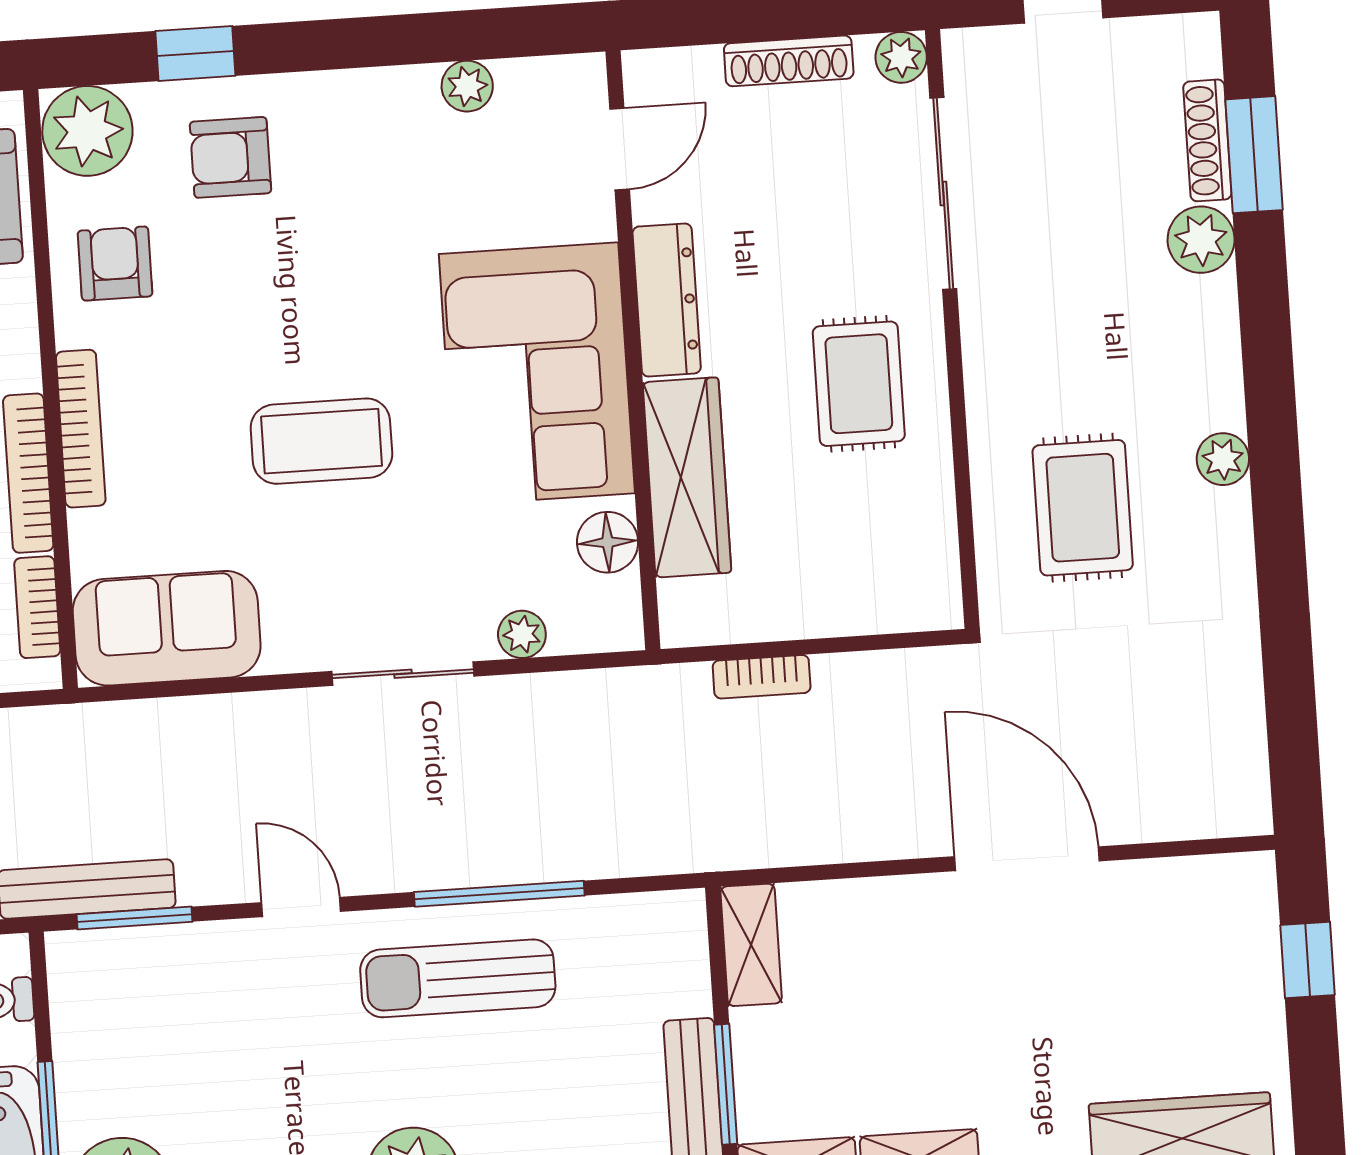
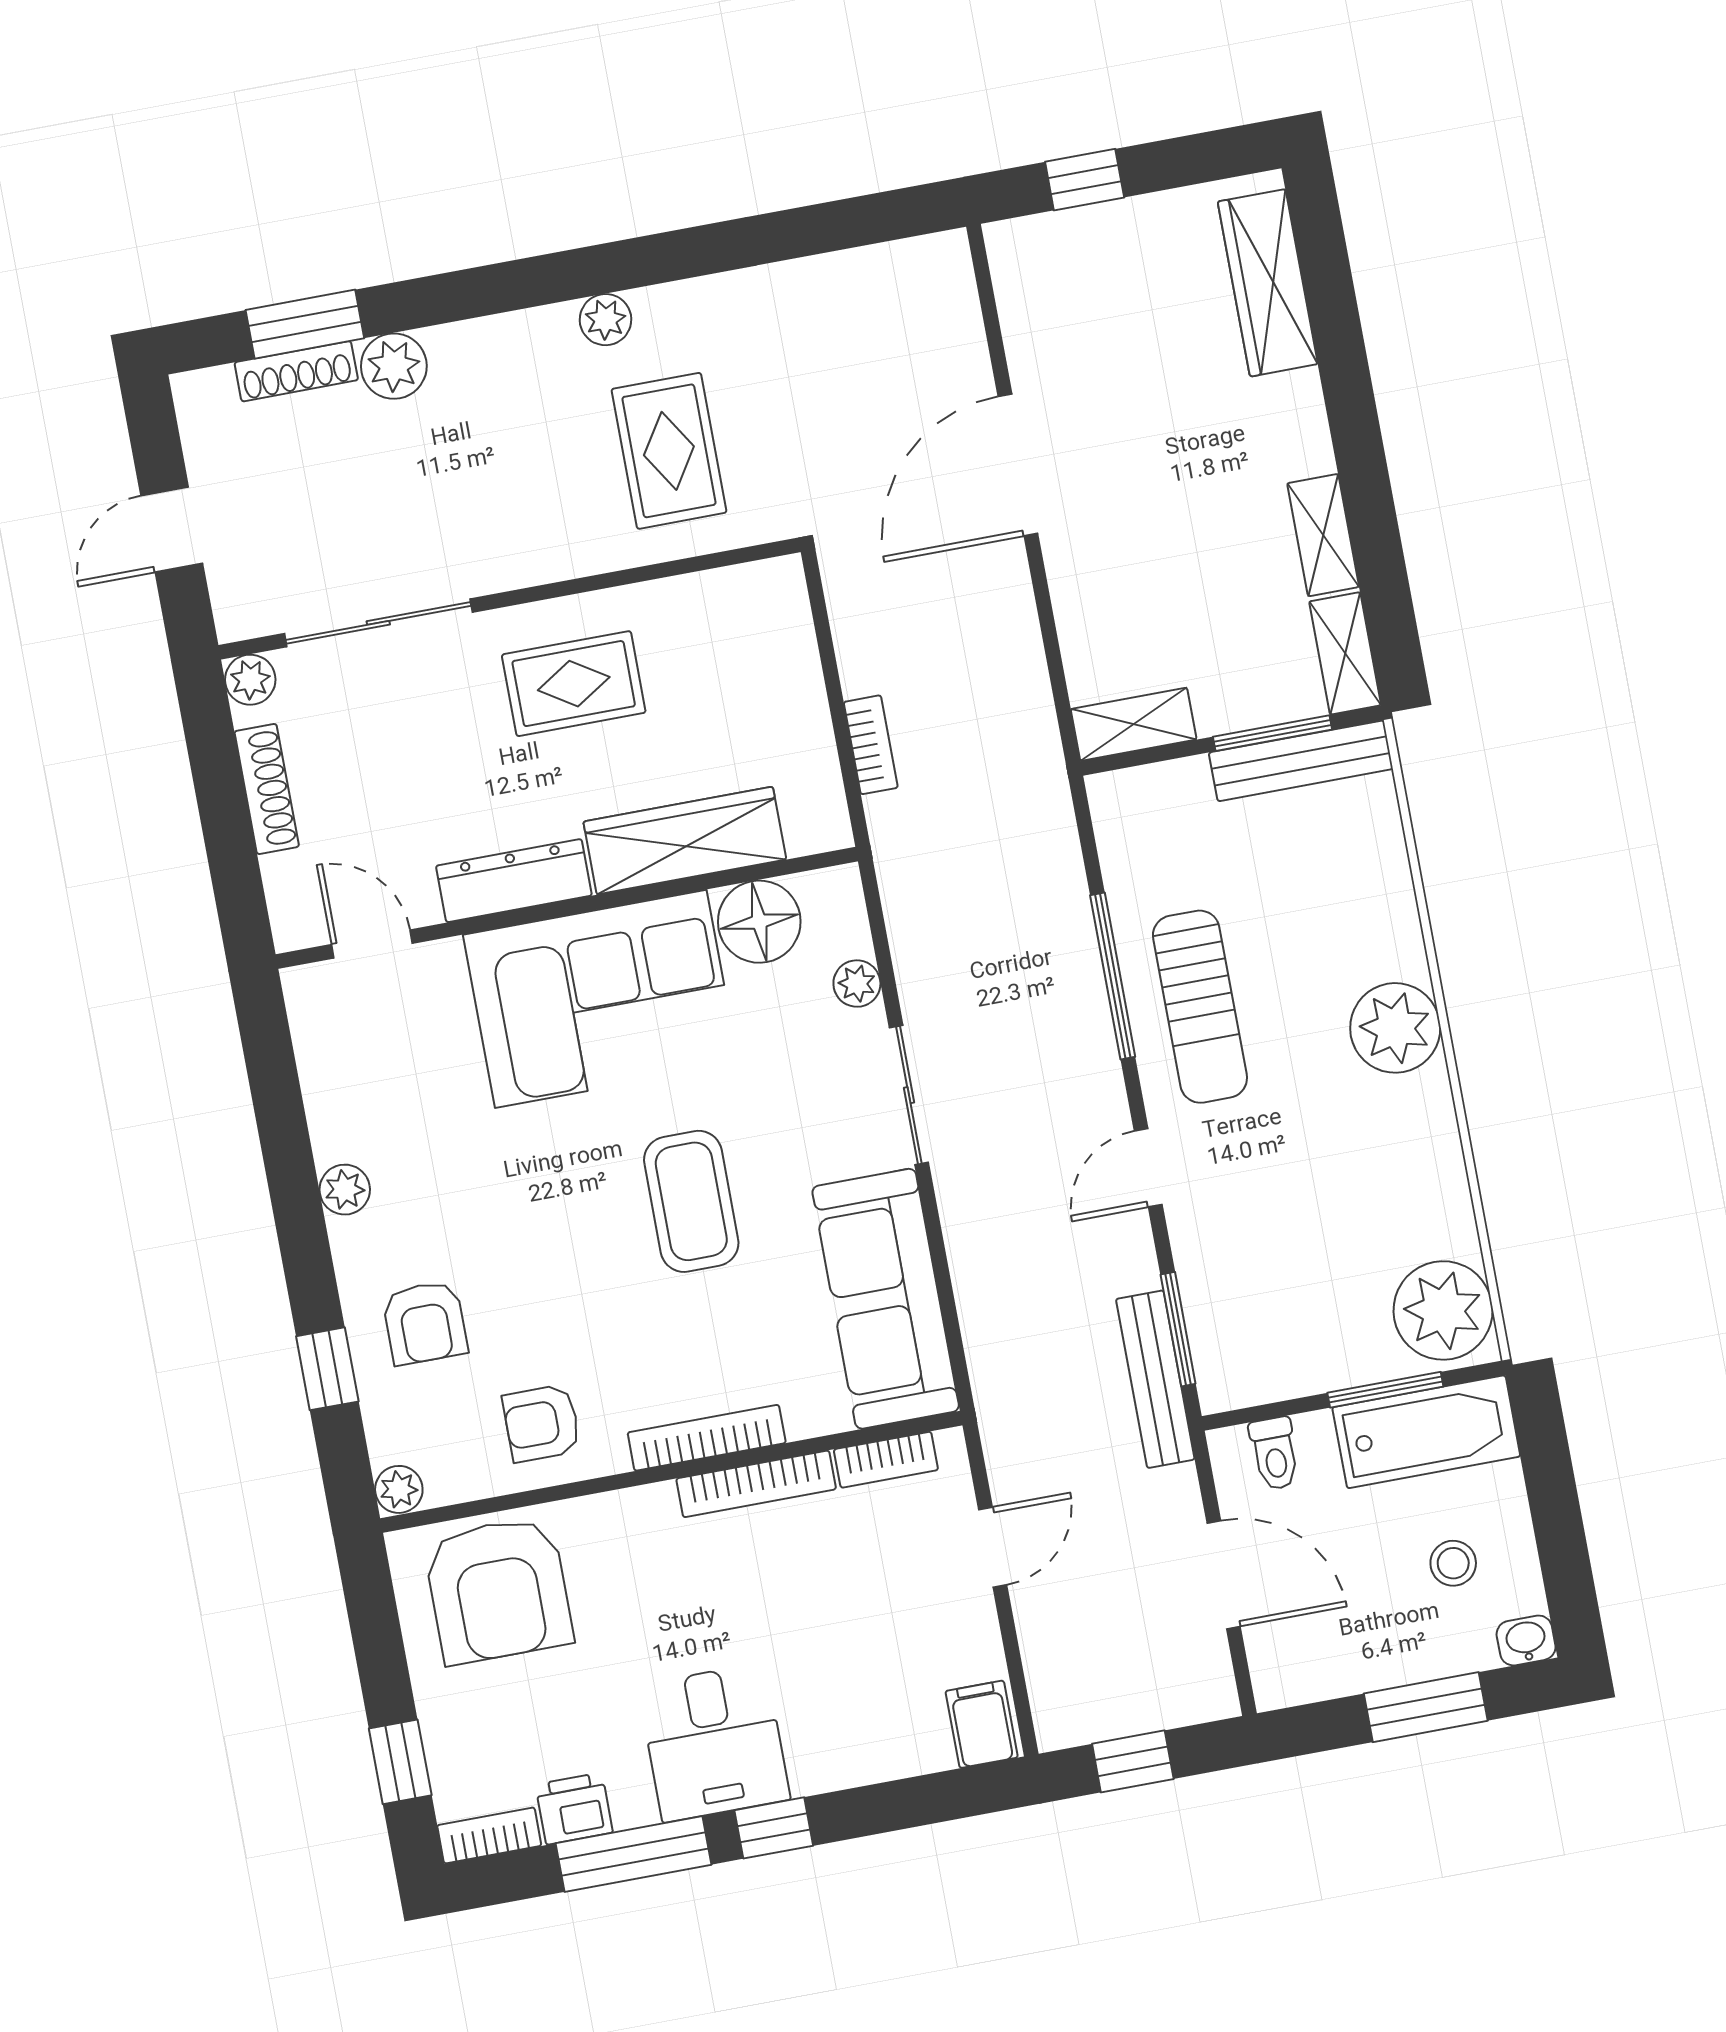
plant: (467, 86) -> (345, 1190), moved
plant: (87, 131) -> (399, 1489), width x0.53, depth x0.53
rug: (1083, 508) -> (669, 451), turned 90
floor lamp: (608, 542) -> (759, 922), width x1.38, depth x1.38
sofa: (167, 628) -> (886, 1299), width x1.36

